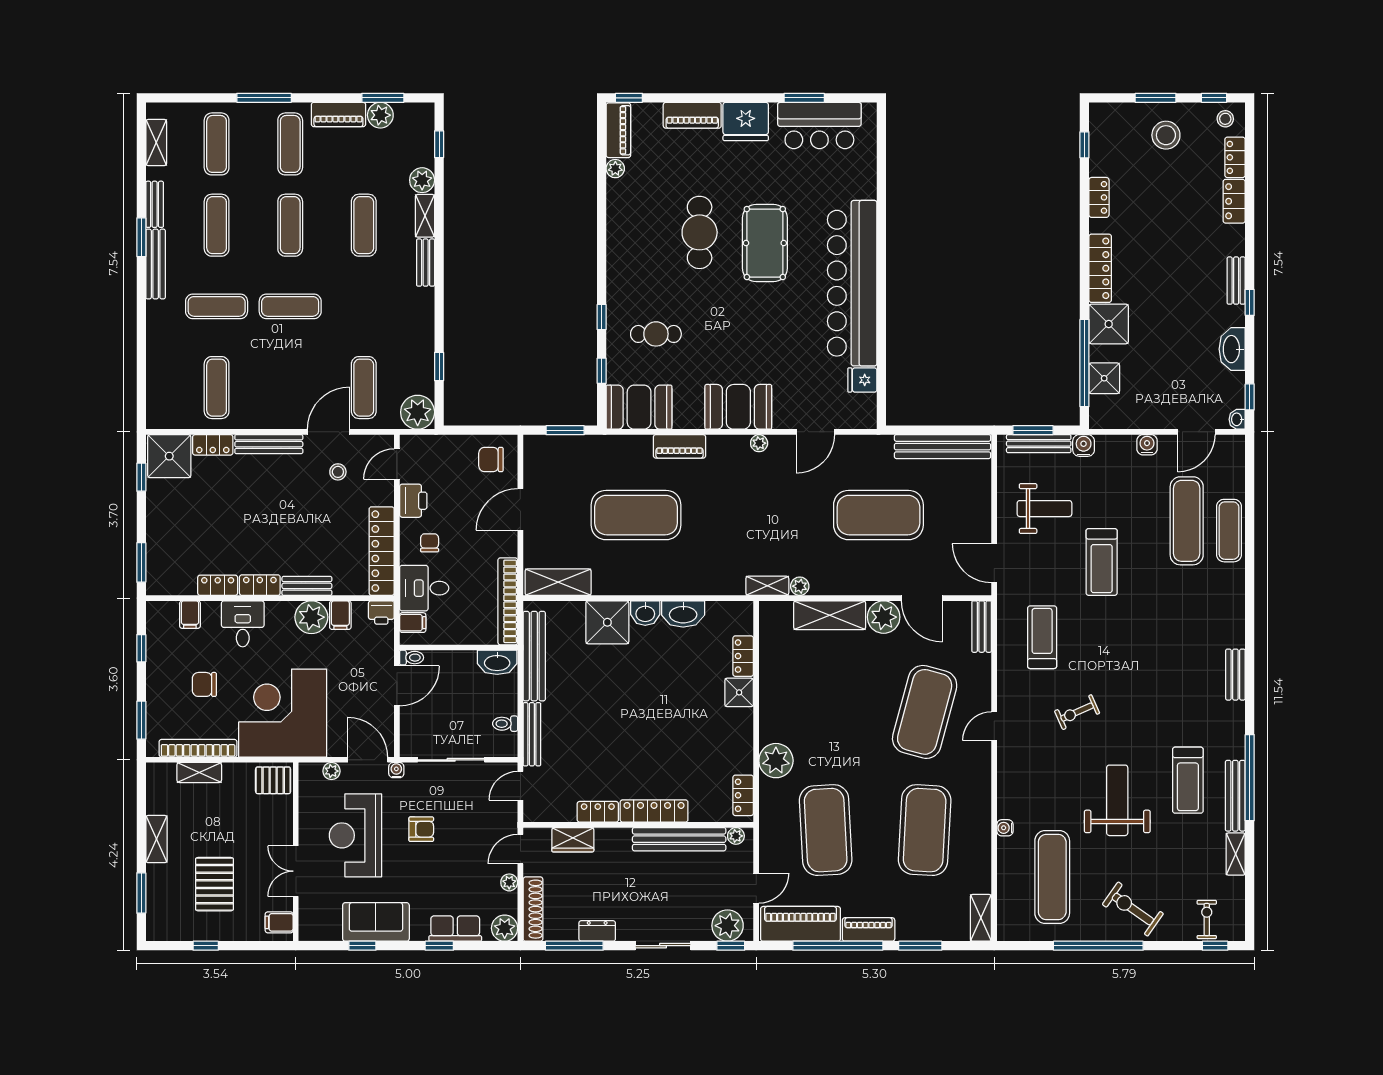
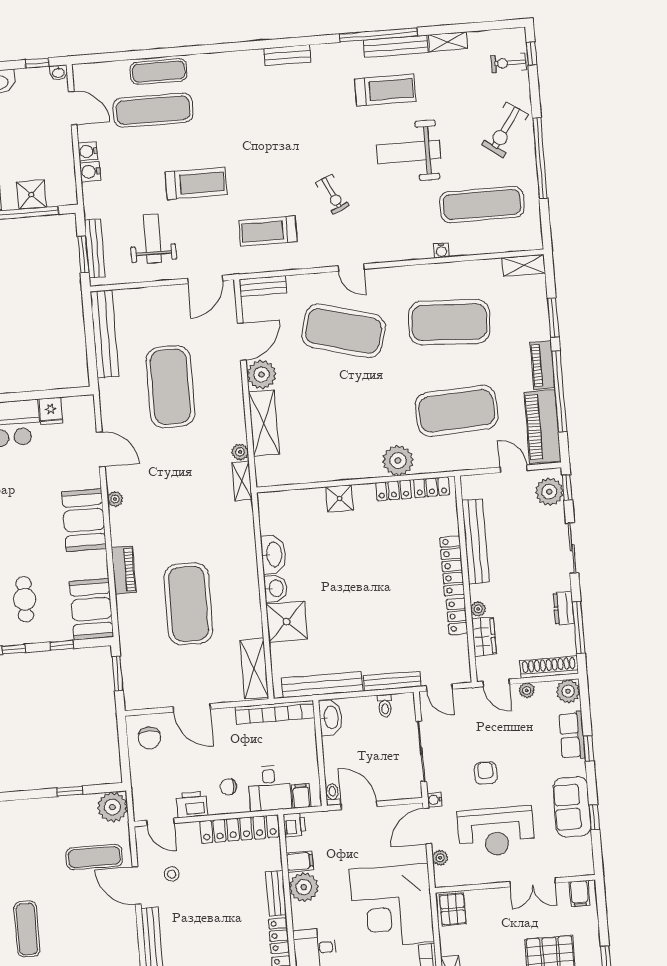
water cooler: (1084, 445) -> (90, 172), moved
locker: (743, 656) -> (394, 490), moved
plant: (736, 836) -> (478, 609), moved

